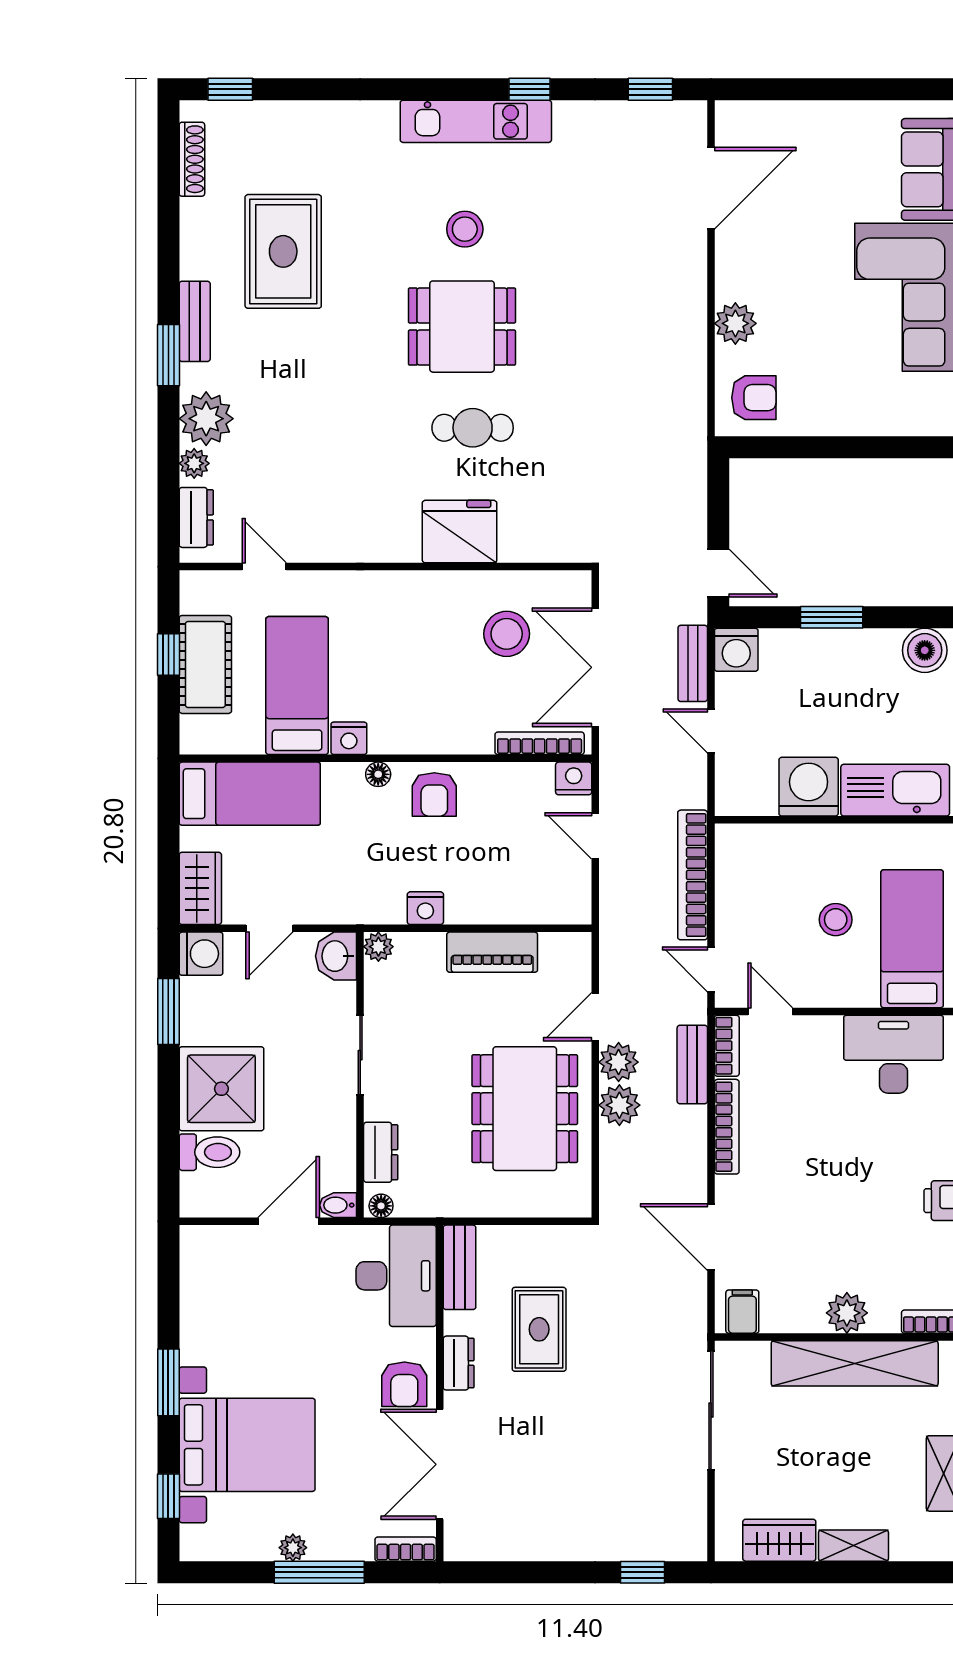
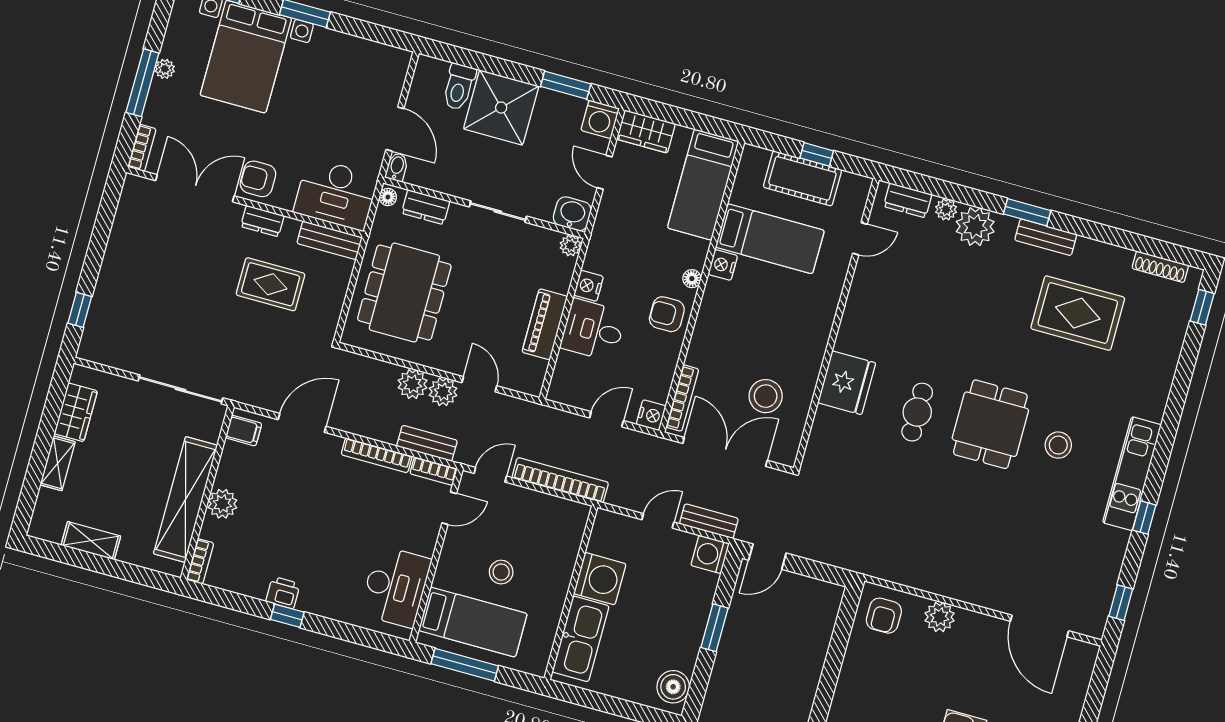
desk: (482, 886) -> (593, 330), added
dining table: (525, 1109) -> (404, 293), moved, turned 90

